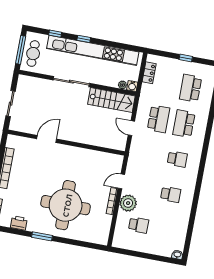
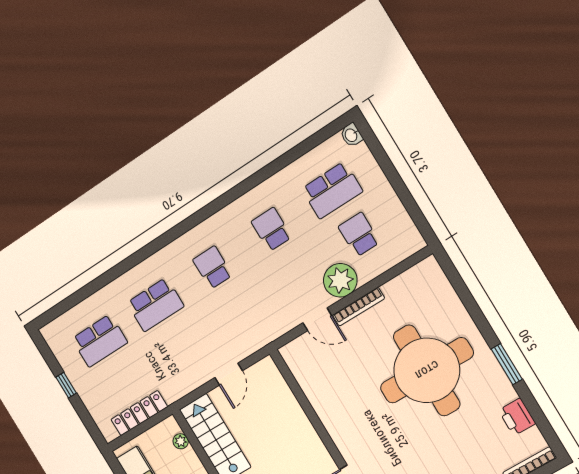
locker: (149, 73) -> (139, 413), width x1.53
water cooler: (132, 86) -> (170, 426), removed
school desk: (158, 119) -> (332, 190), moved, turned 180

